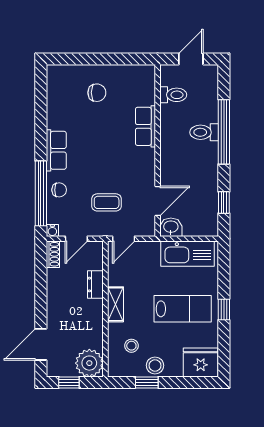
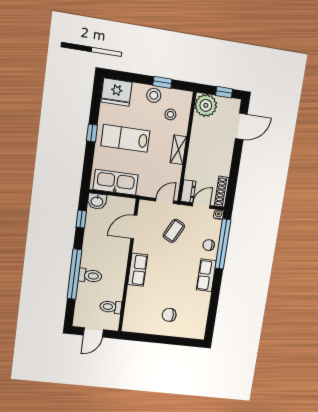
row of seats: (145, 126) -> (138, 270), moved
coffee table: (107, 202) -> (174, 231), turned -63
washbasin: (171, 227) -> (97, 201), moved
shoe rack: (53, 254) -> (222, 192), width x1.43
dresser: (95, 285) -> (188, 191), moved

